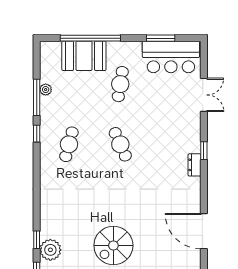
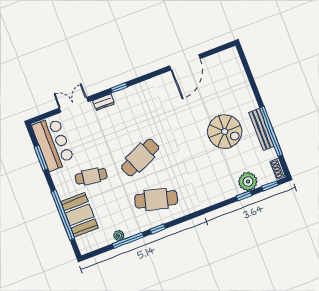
cafe table: (69, 144) -> (156, 199), width x1.37, depth x1.35
cafe table: (120, 144) -> (140, 158), width x1.37, depth x1.35
dresser: (195, 165) -> (104, 102), moved

